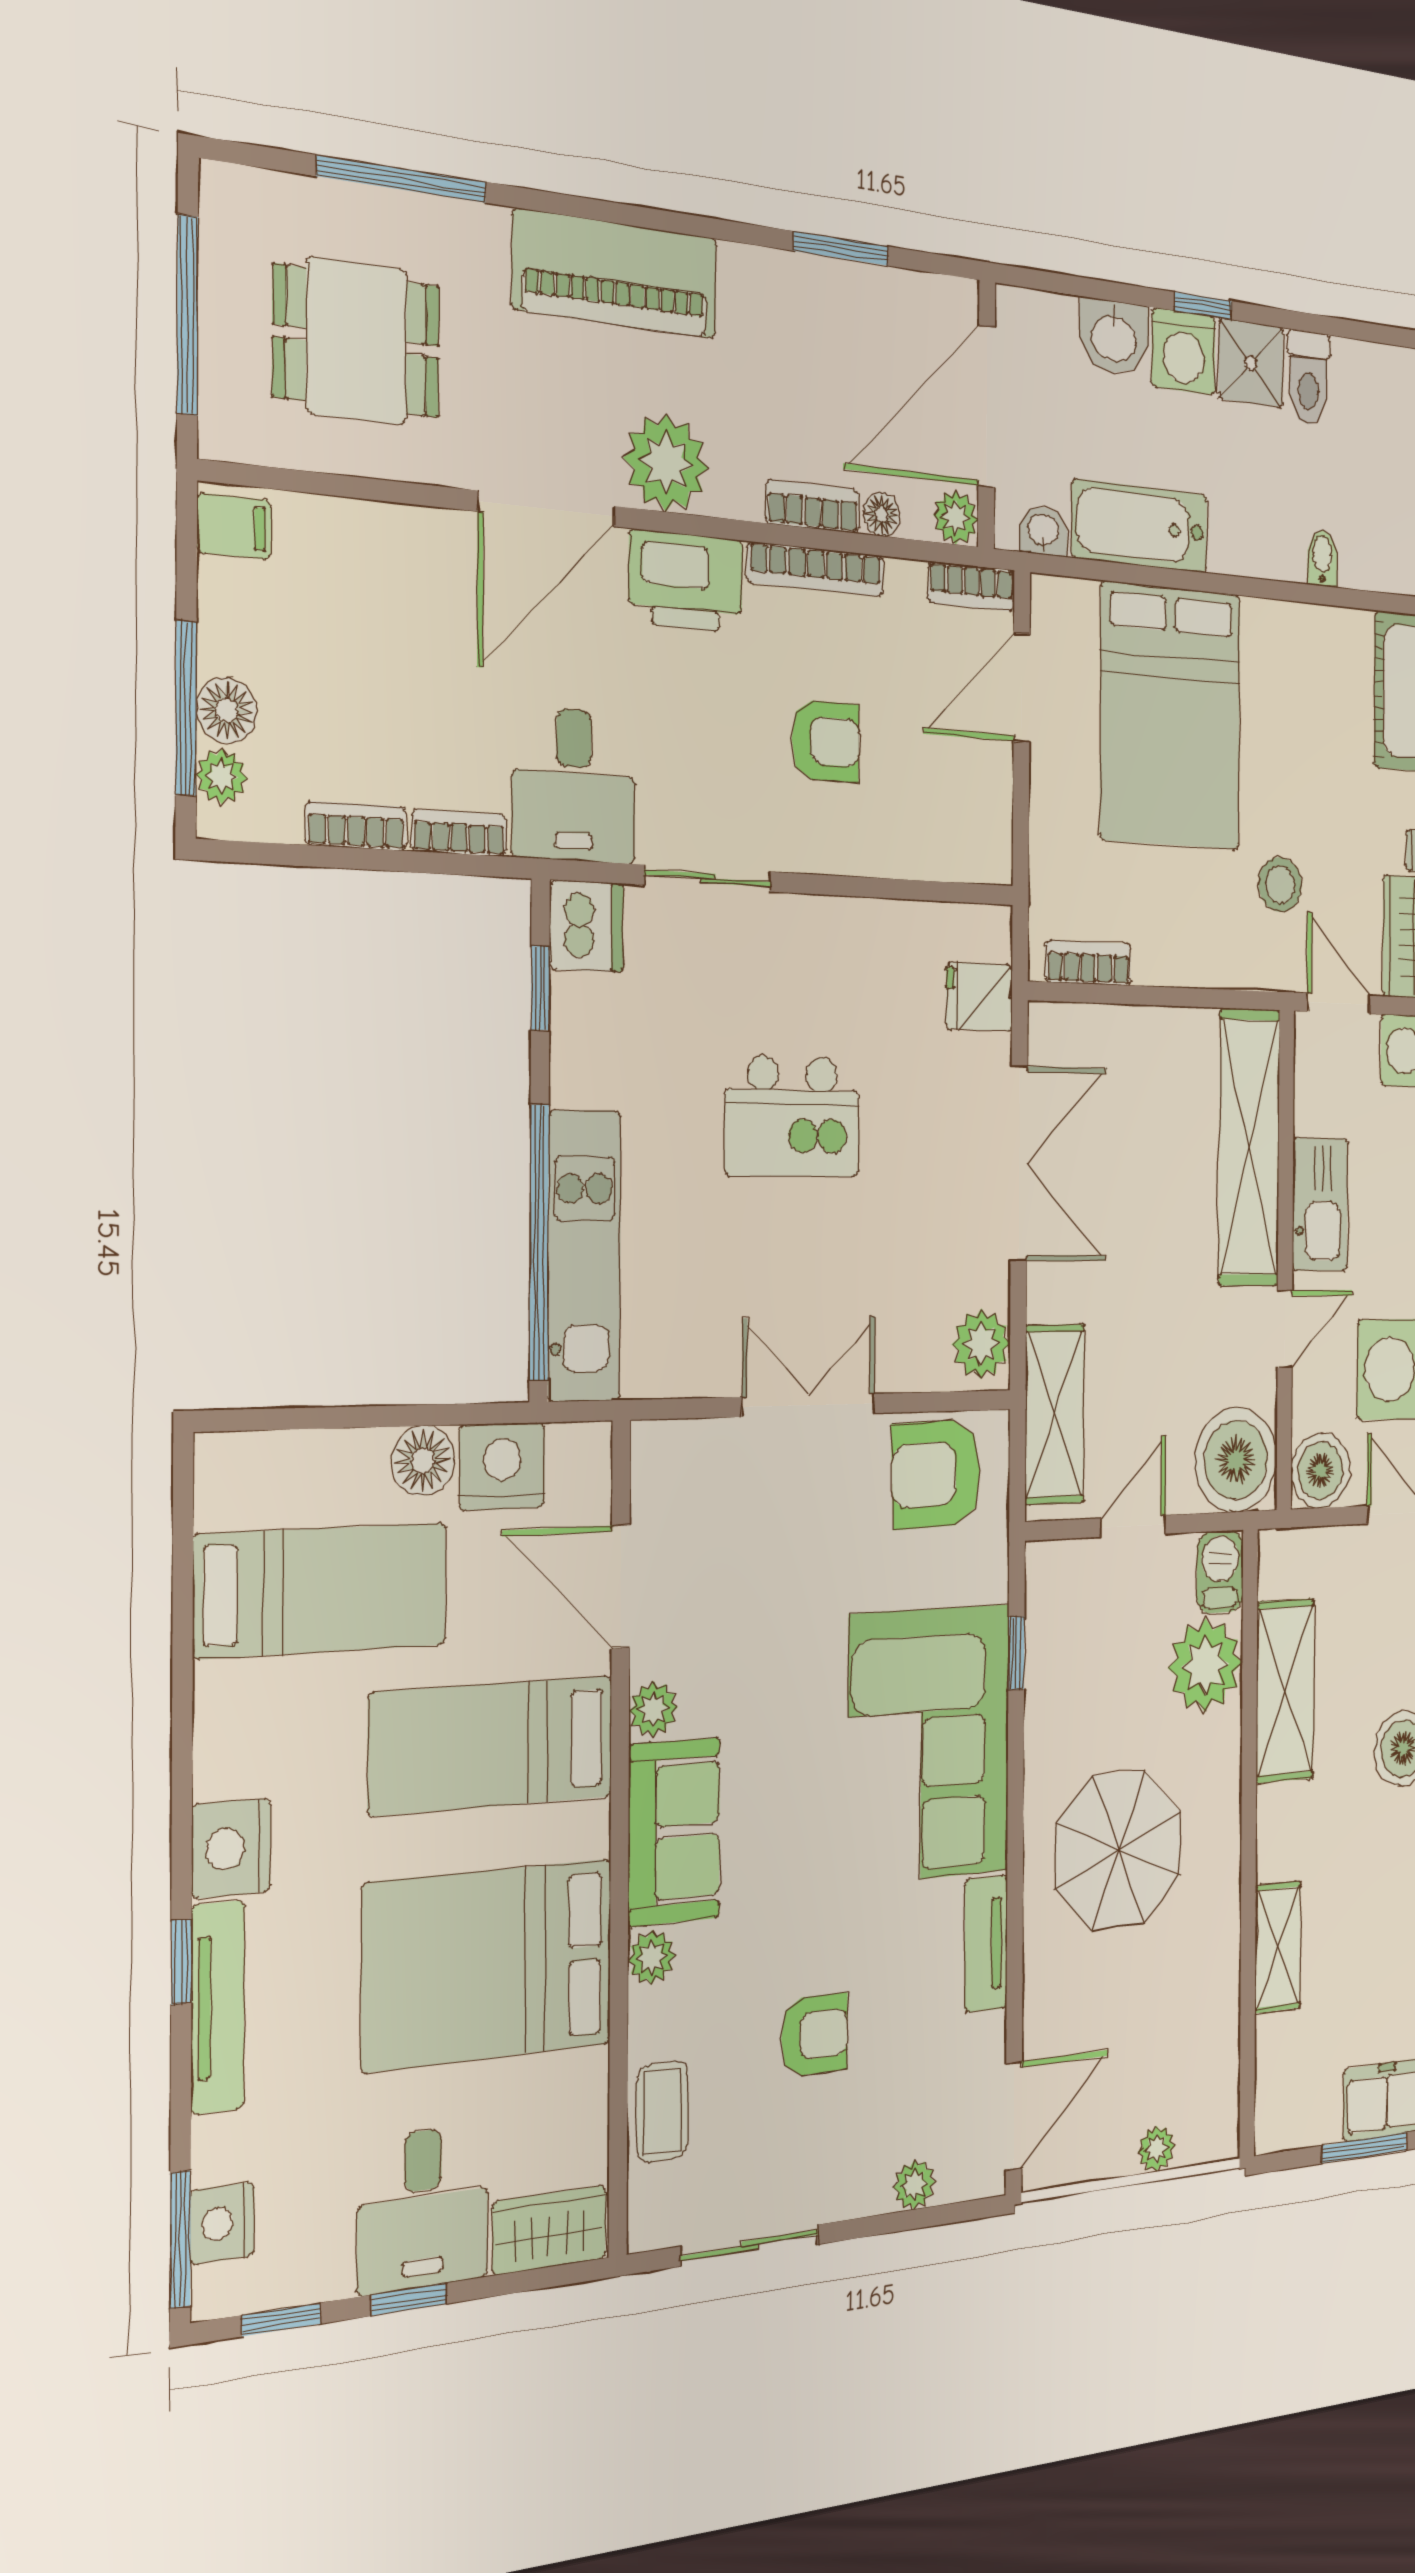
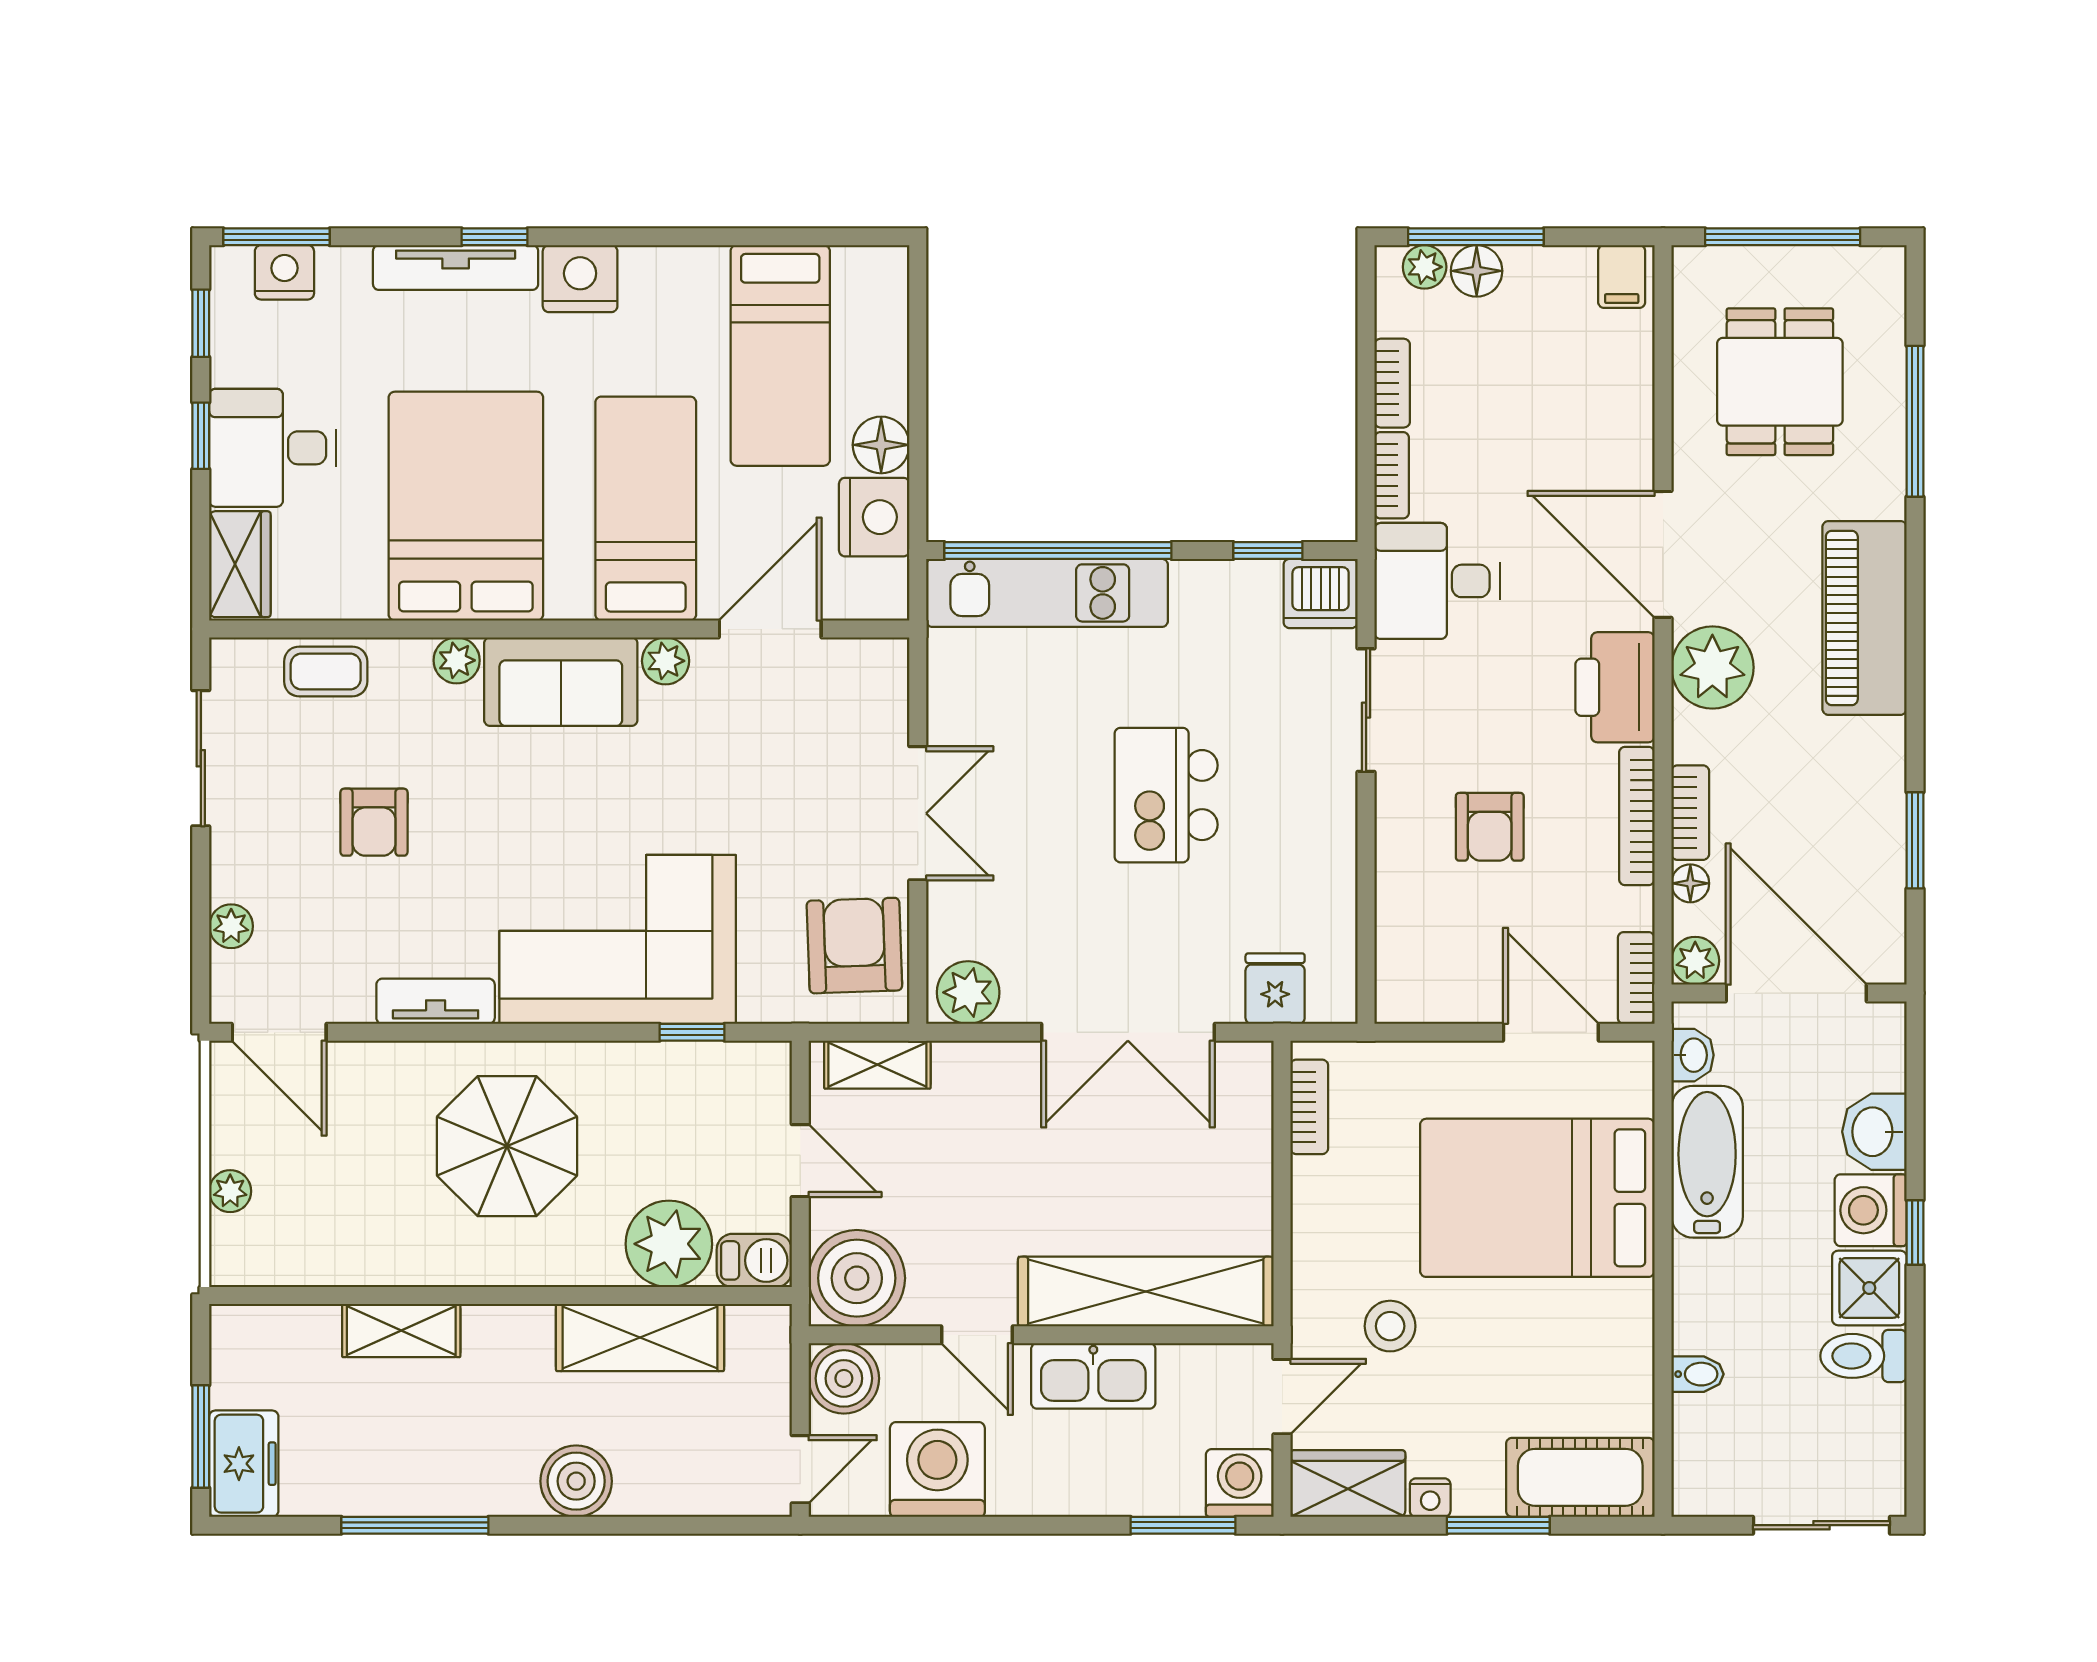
shelving: (1055, 1414) -> (877, 1065), width x0.67, depth x0.75

